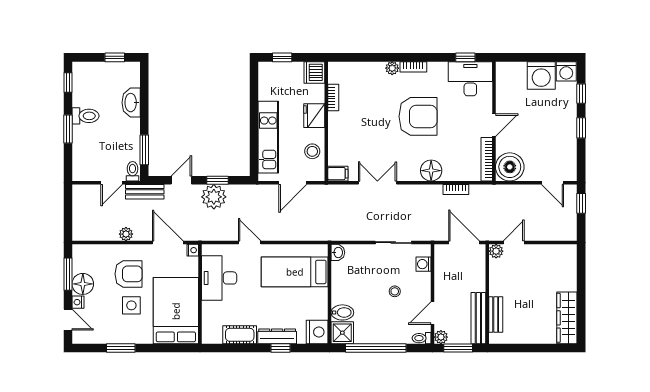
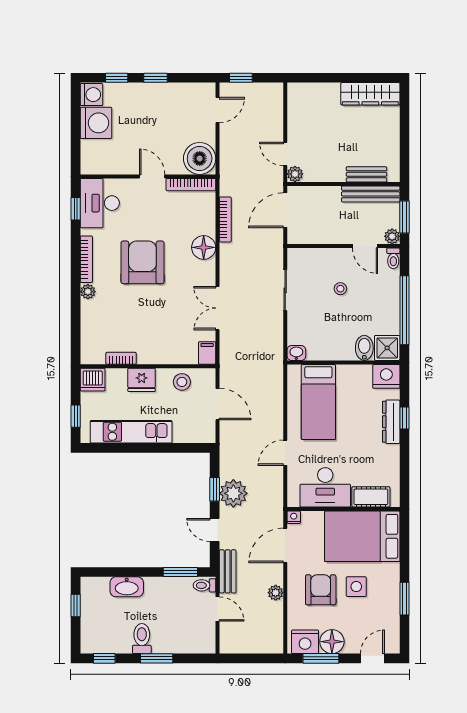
bookcase: (413, 67) -> (86, 259), width x1.56
kitchen unit: (268, 137) -> (131, 432), moved
bookcase: (456, 190) -> (225, 219), width x1.56
washing machine: (423, 264) -> (310, 256), removed
nightstand: (78, 302) -> (305, 642), moved, width x1.89, depth x1.79
cot: (240, 335) -> (371, 497), moved, turned 90

